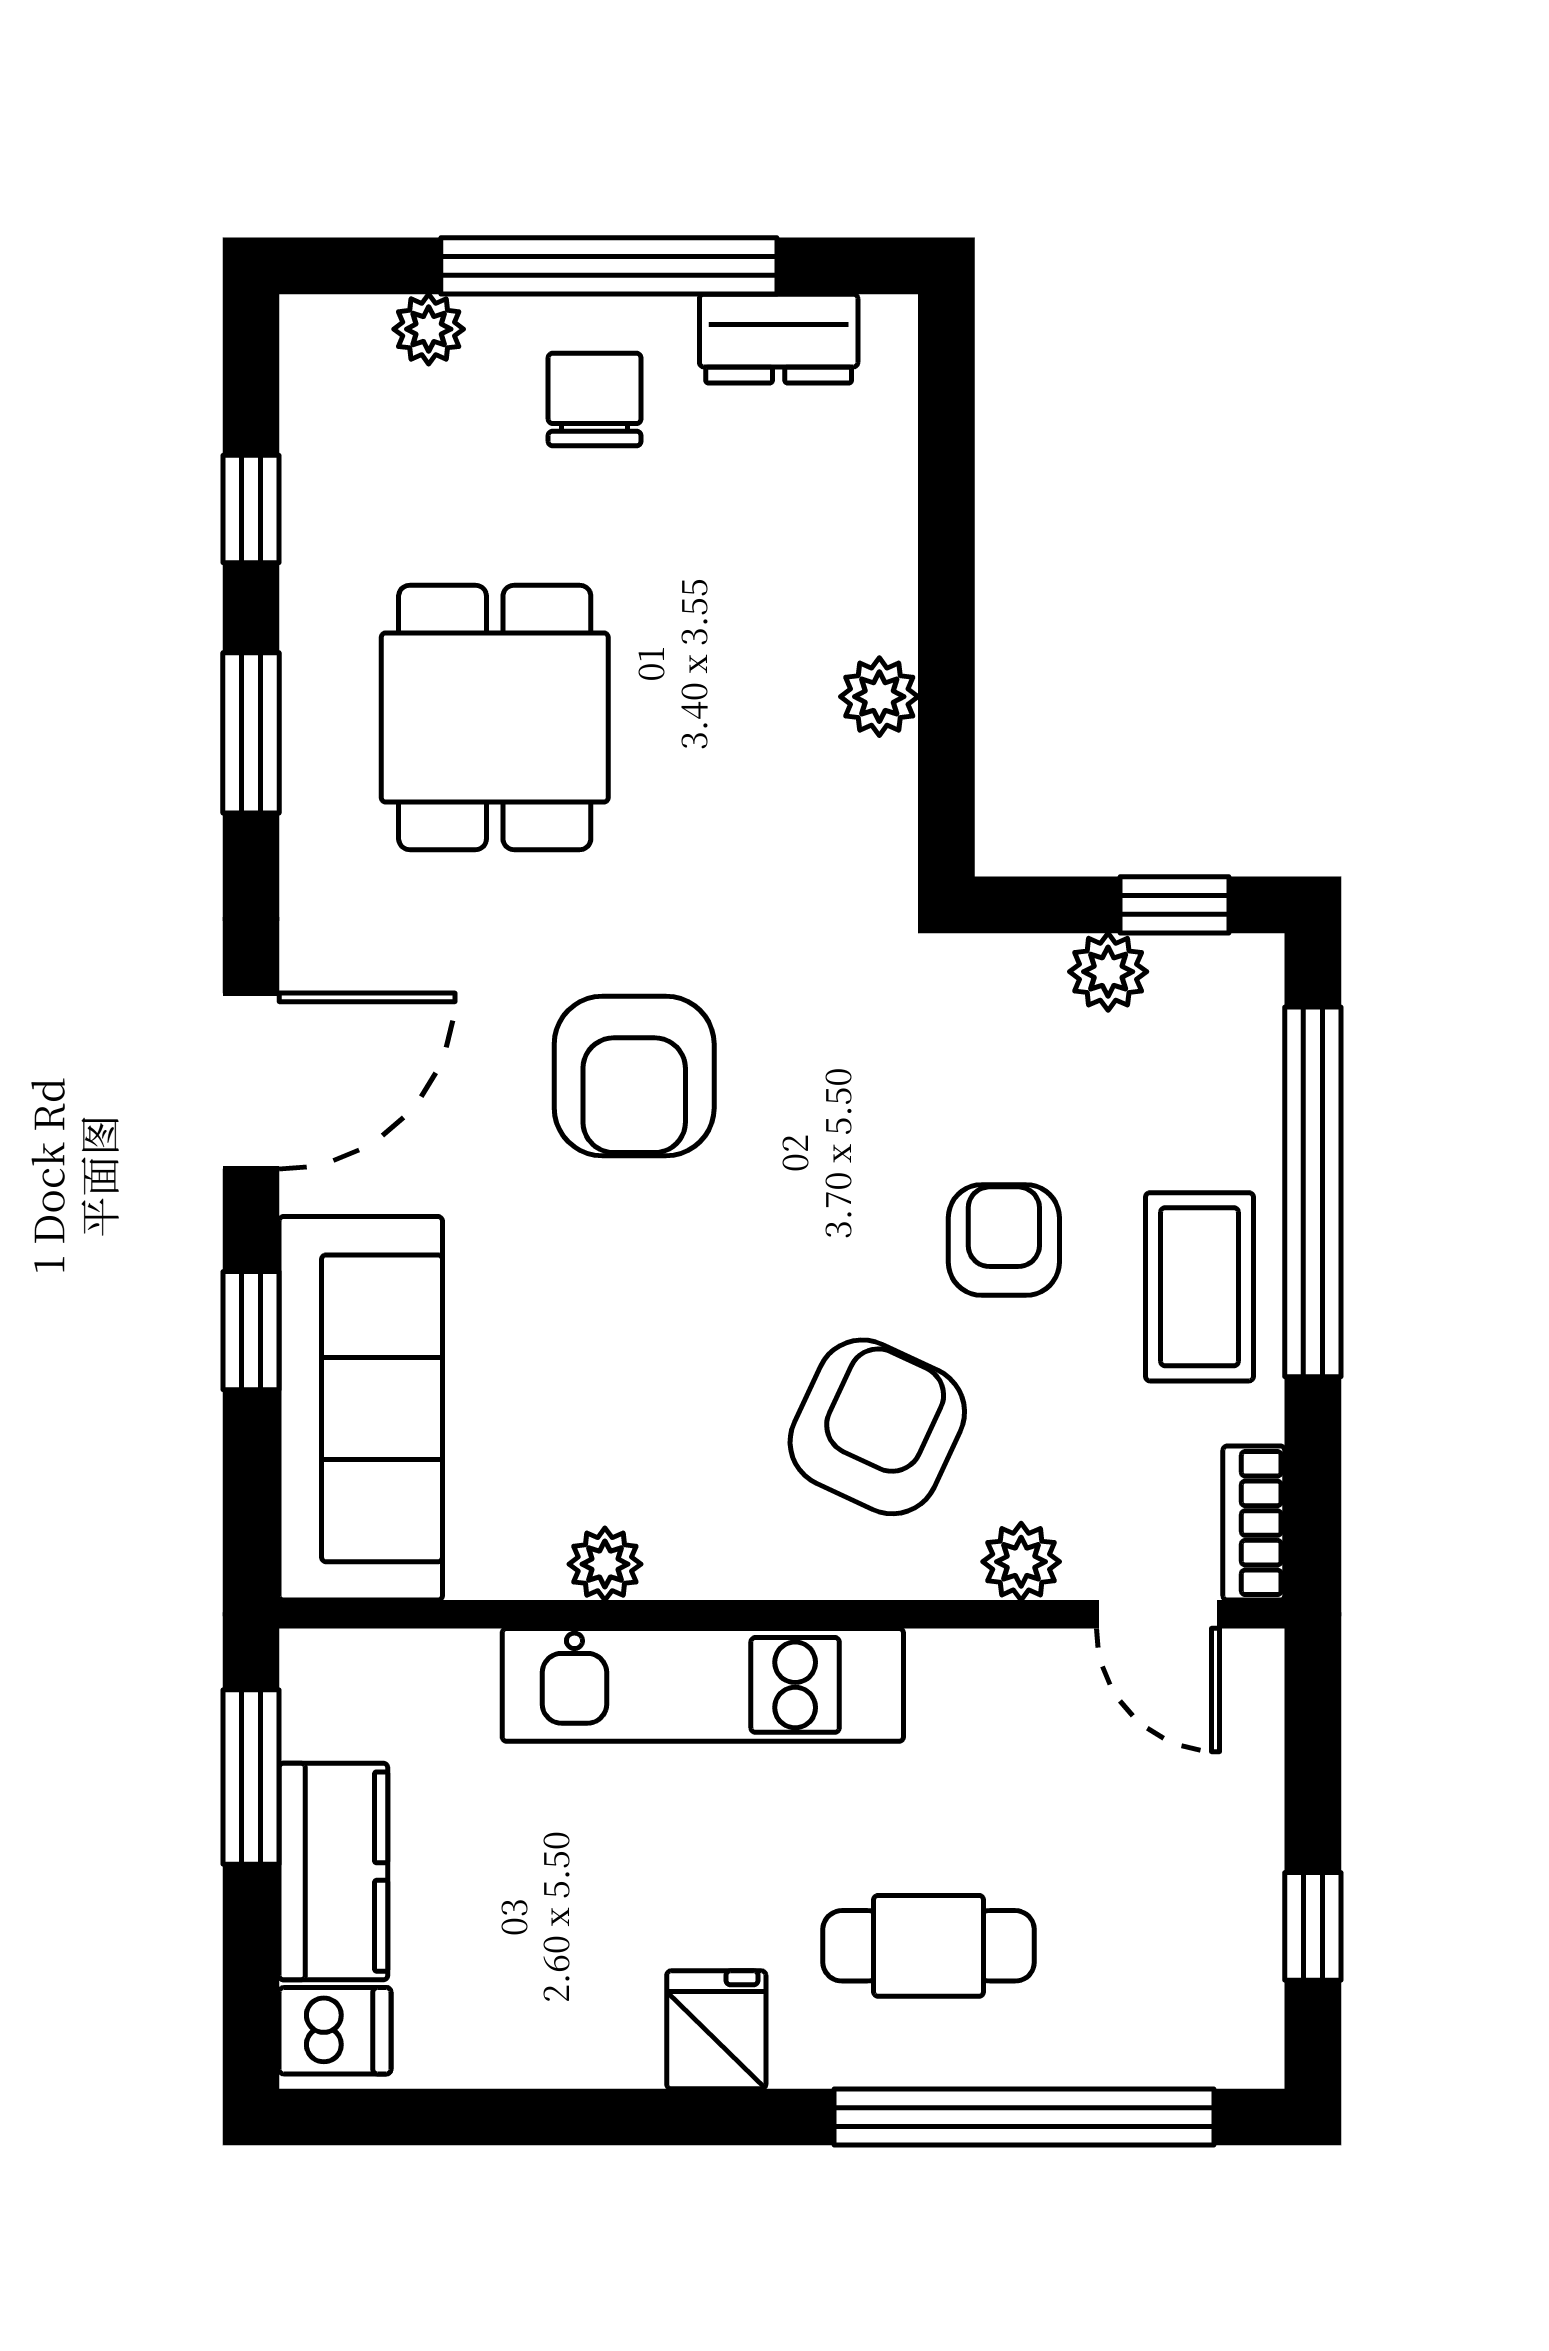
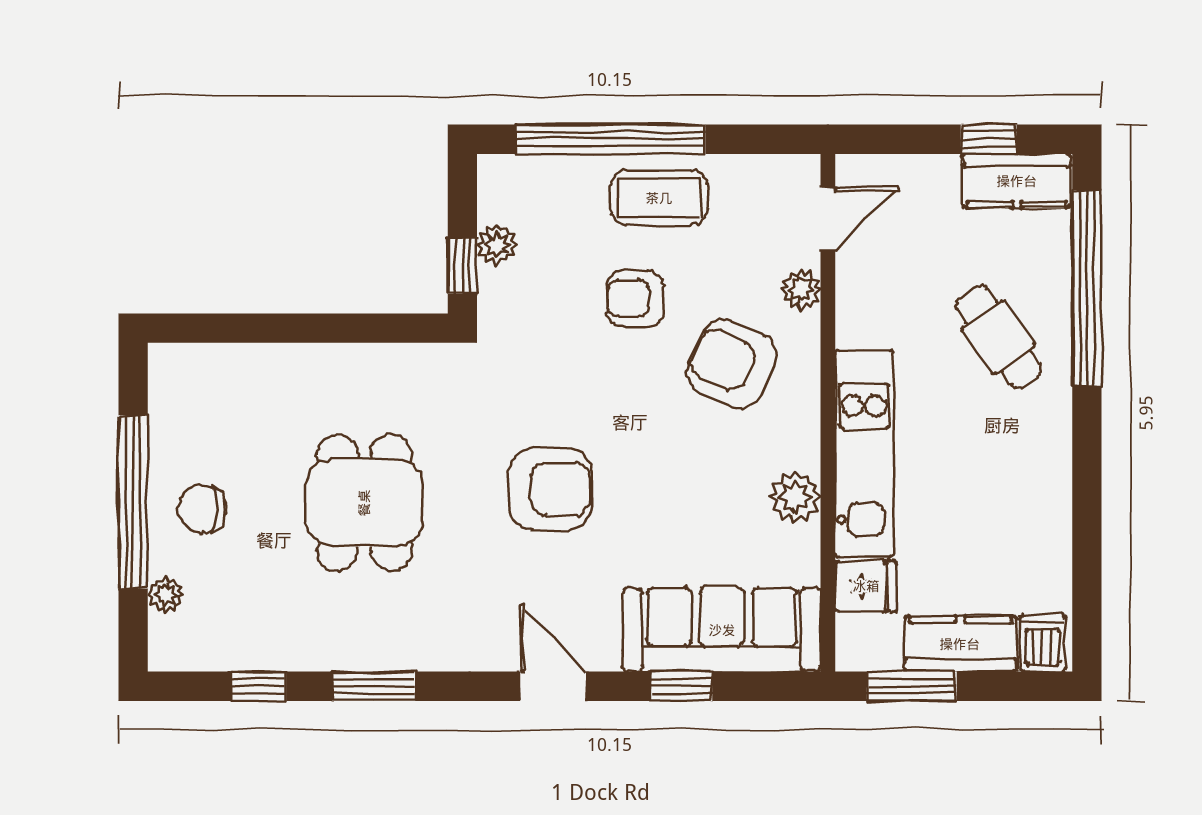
dresser: (779, 339) -> (171, 414), removed
plant: (879, 697) -> (355, 363), removed
dining table: (495, 717) -> (364, 503), moved, turned 90
window: (1174, 905) -> (462, 266), moved
door: (251, 1081) -> (553, 686), width x0.73
bookcase: (1254, 1523) -> (781, 170), removed
plant: (605, 1564) -> (795, 497), width x1.38, depth x1.38
cafe table: (929, 1946) -> (999, 337), turned -35
kitchen counter: (1232, 1981) -> (1017, 181), added
fridge: (716, 2030) -> (866, 586), moved, turned 180

